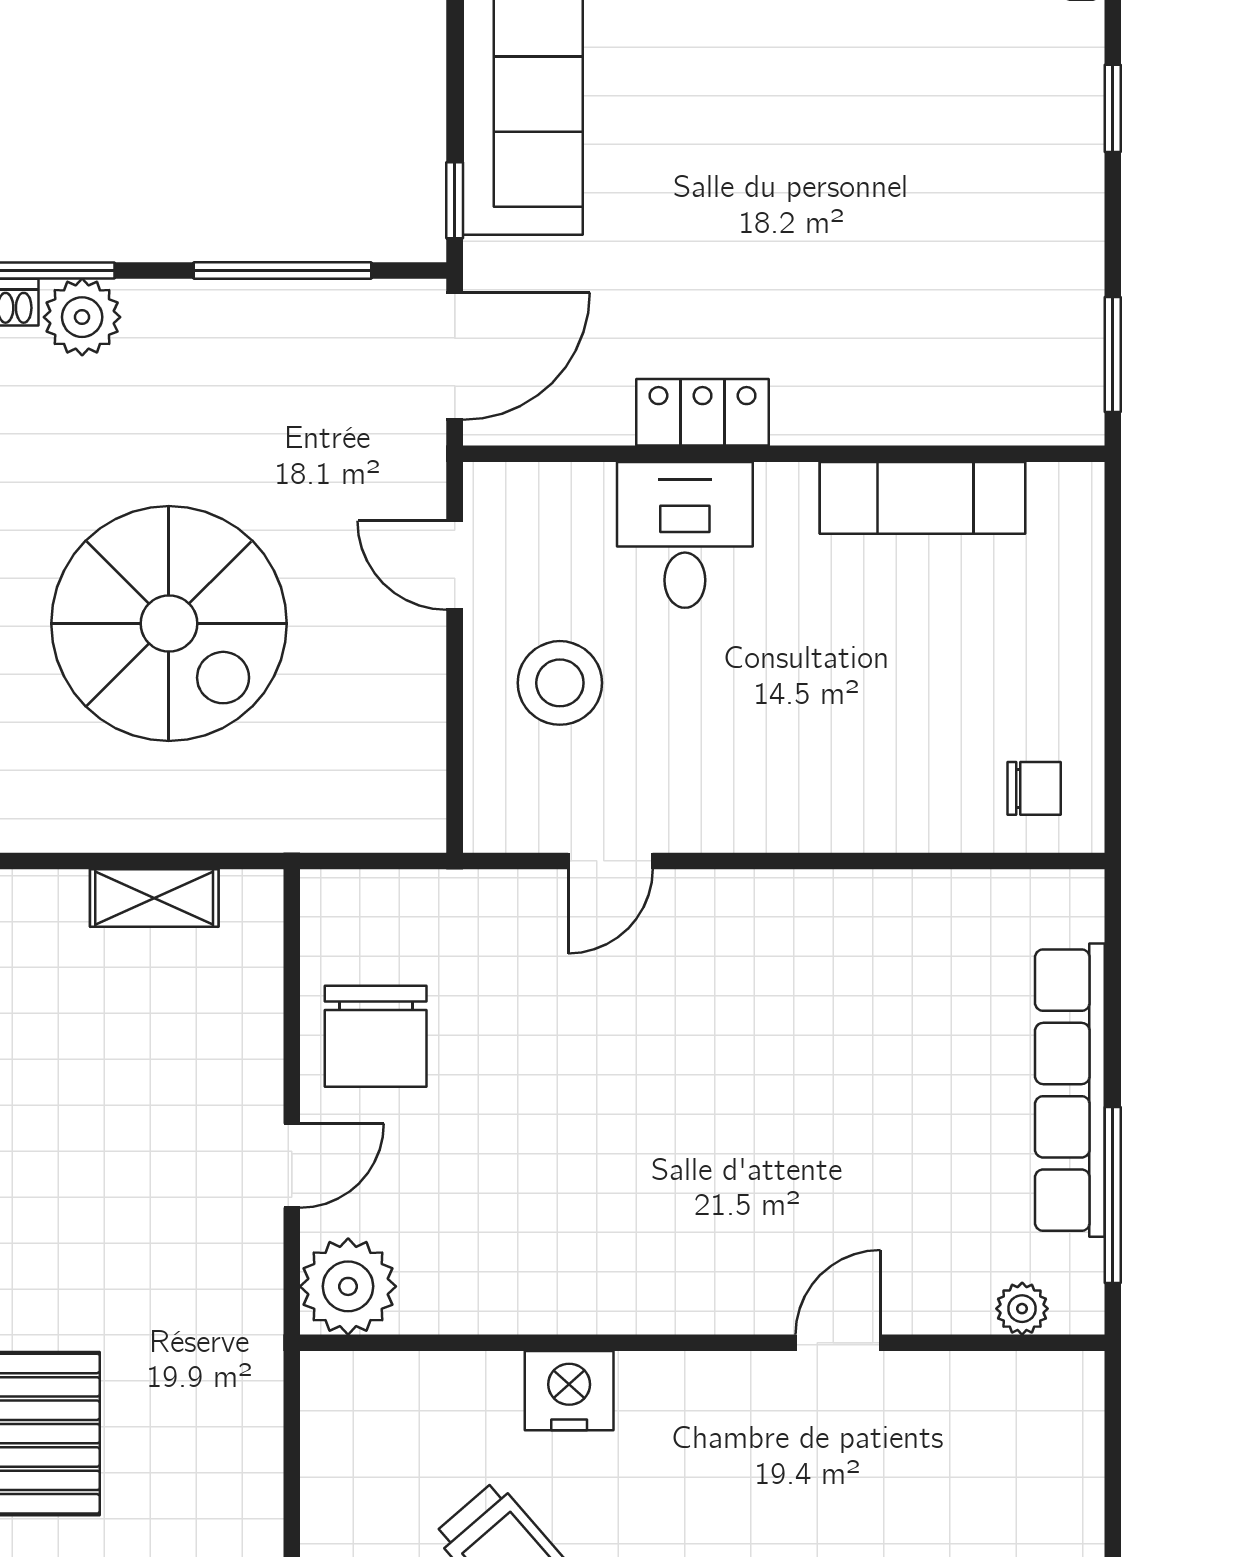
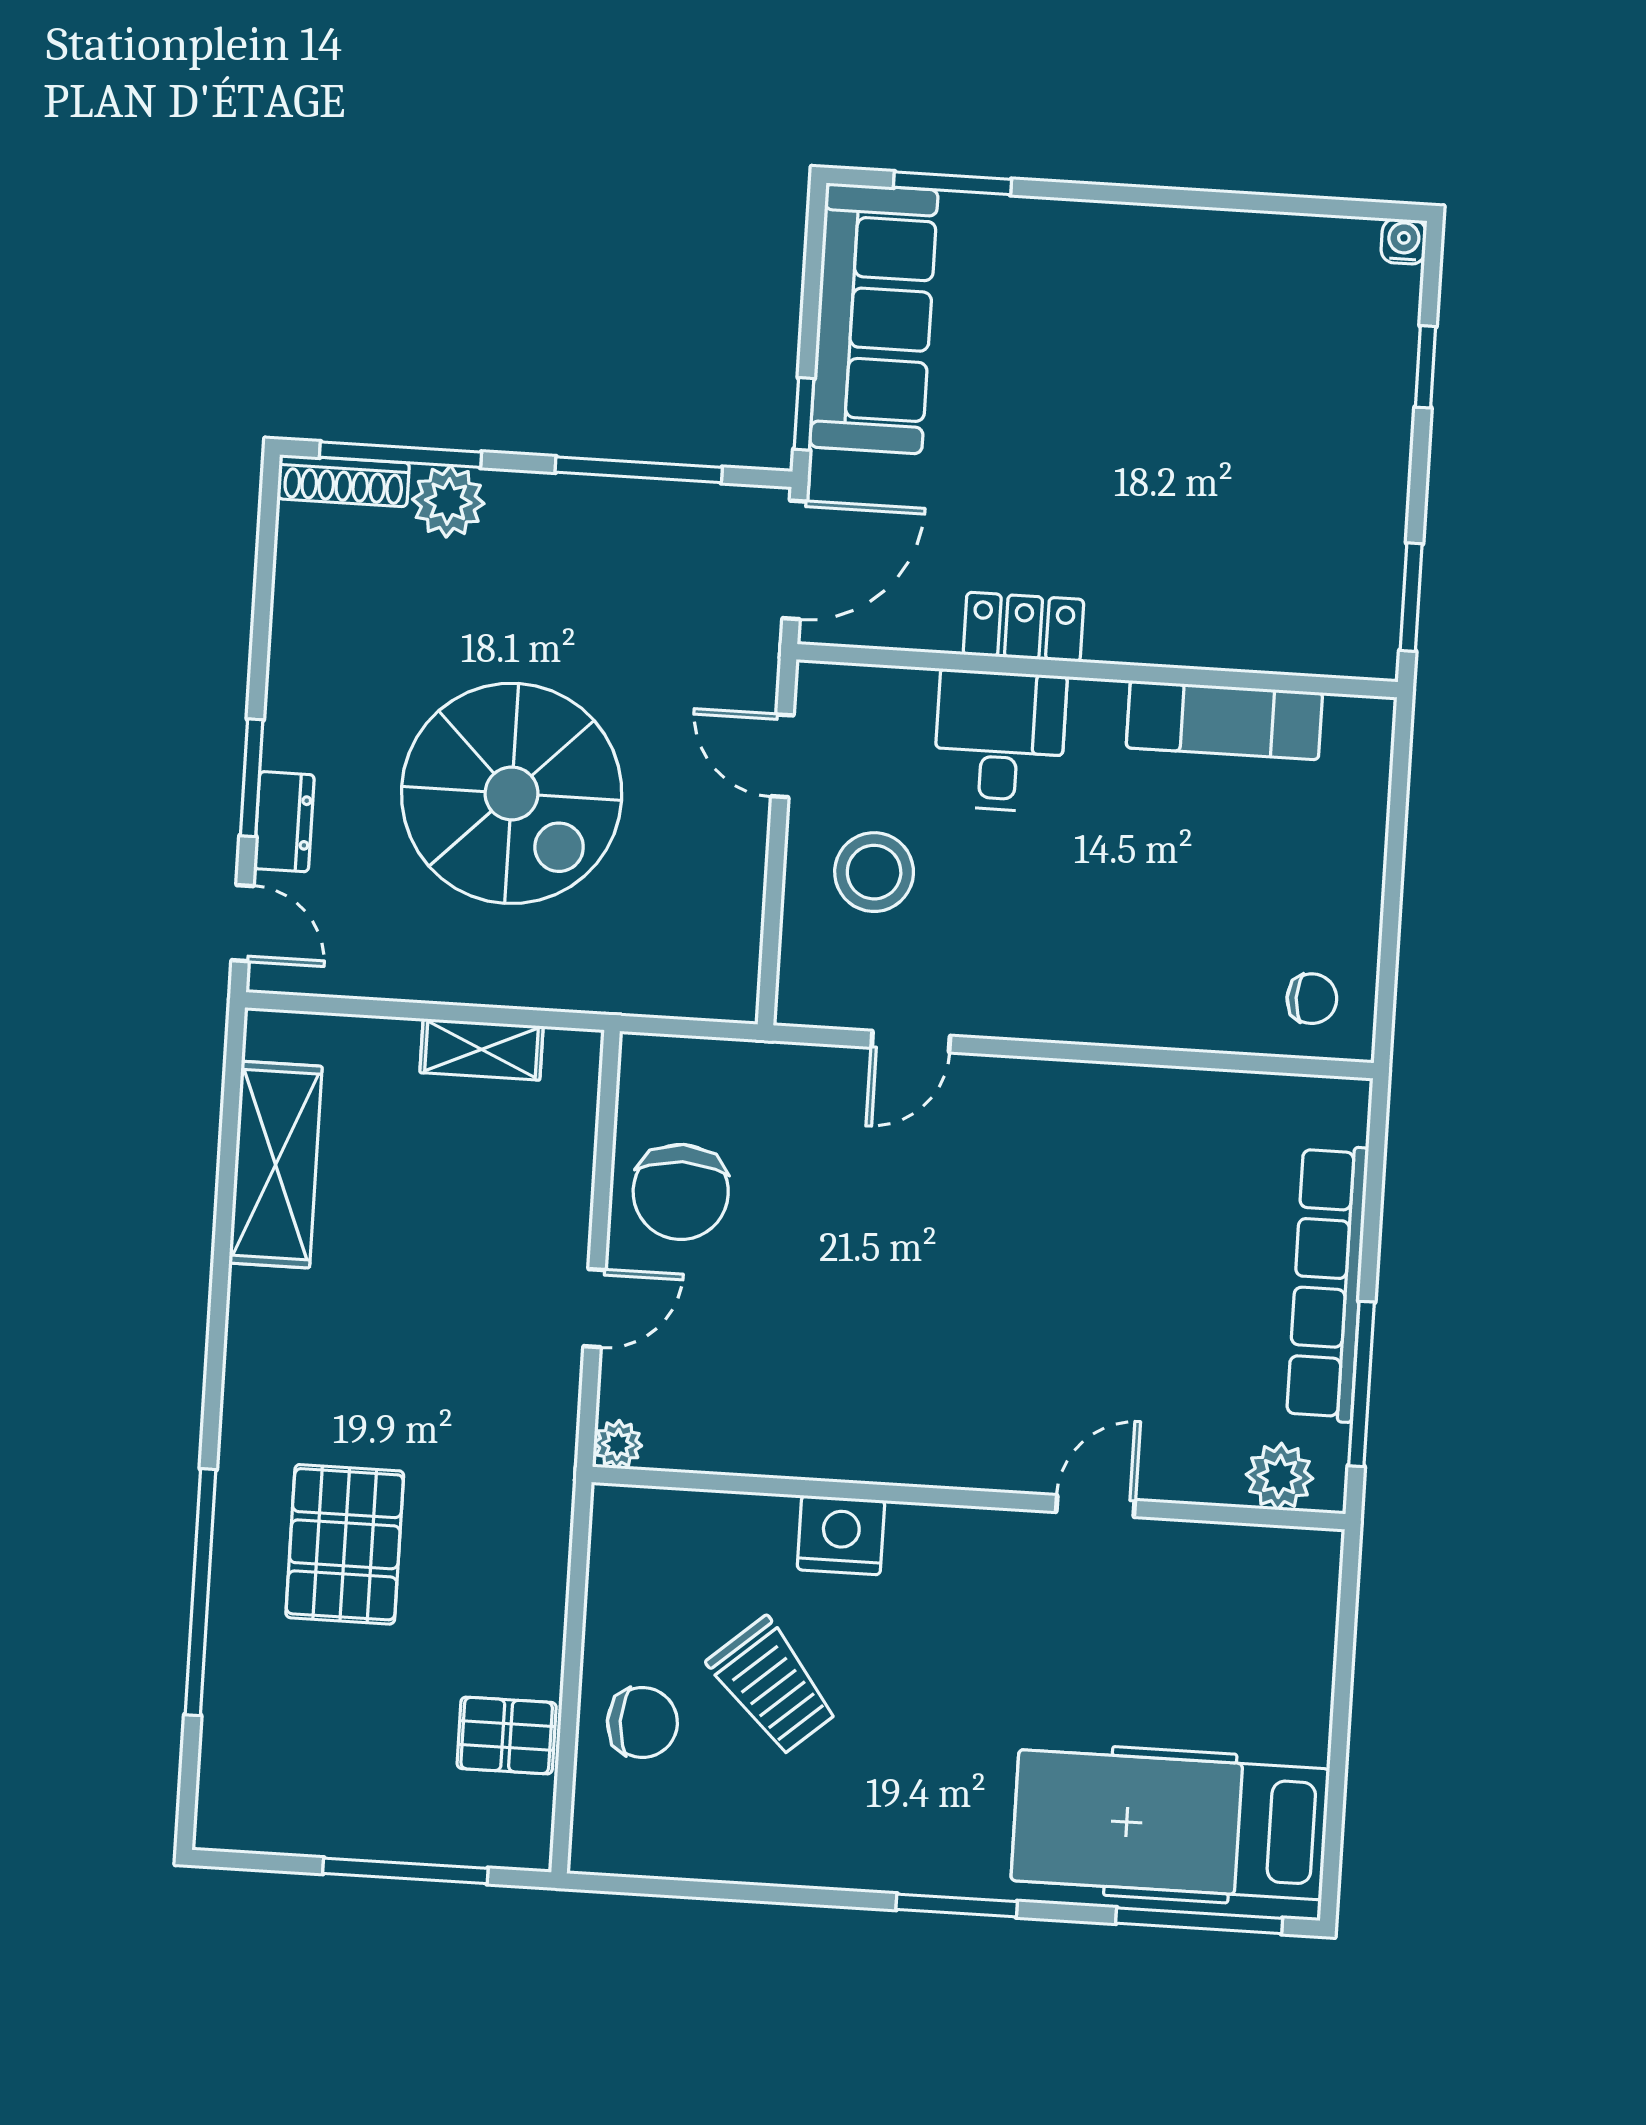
plant: (348, 1286) -> (618, 1444), width x0.53, depth x0.53
plant: (1022, 1309) -> (1279, 1476), width x1.38, depth x1.38

